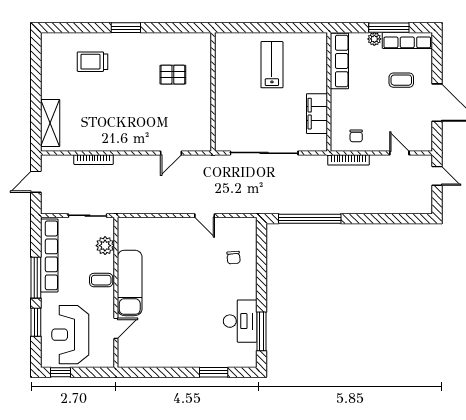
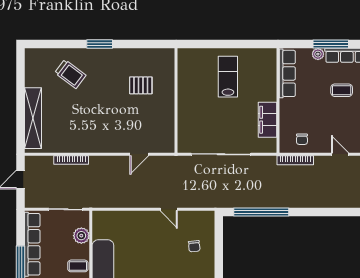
trolley: (93, 62) -> (70, 74), turned -143
shelving: (50, 123) -> (33, 118), width x1.47

